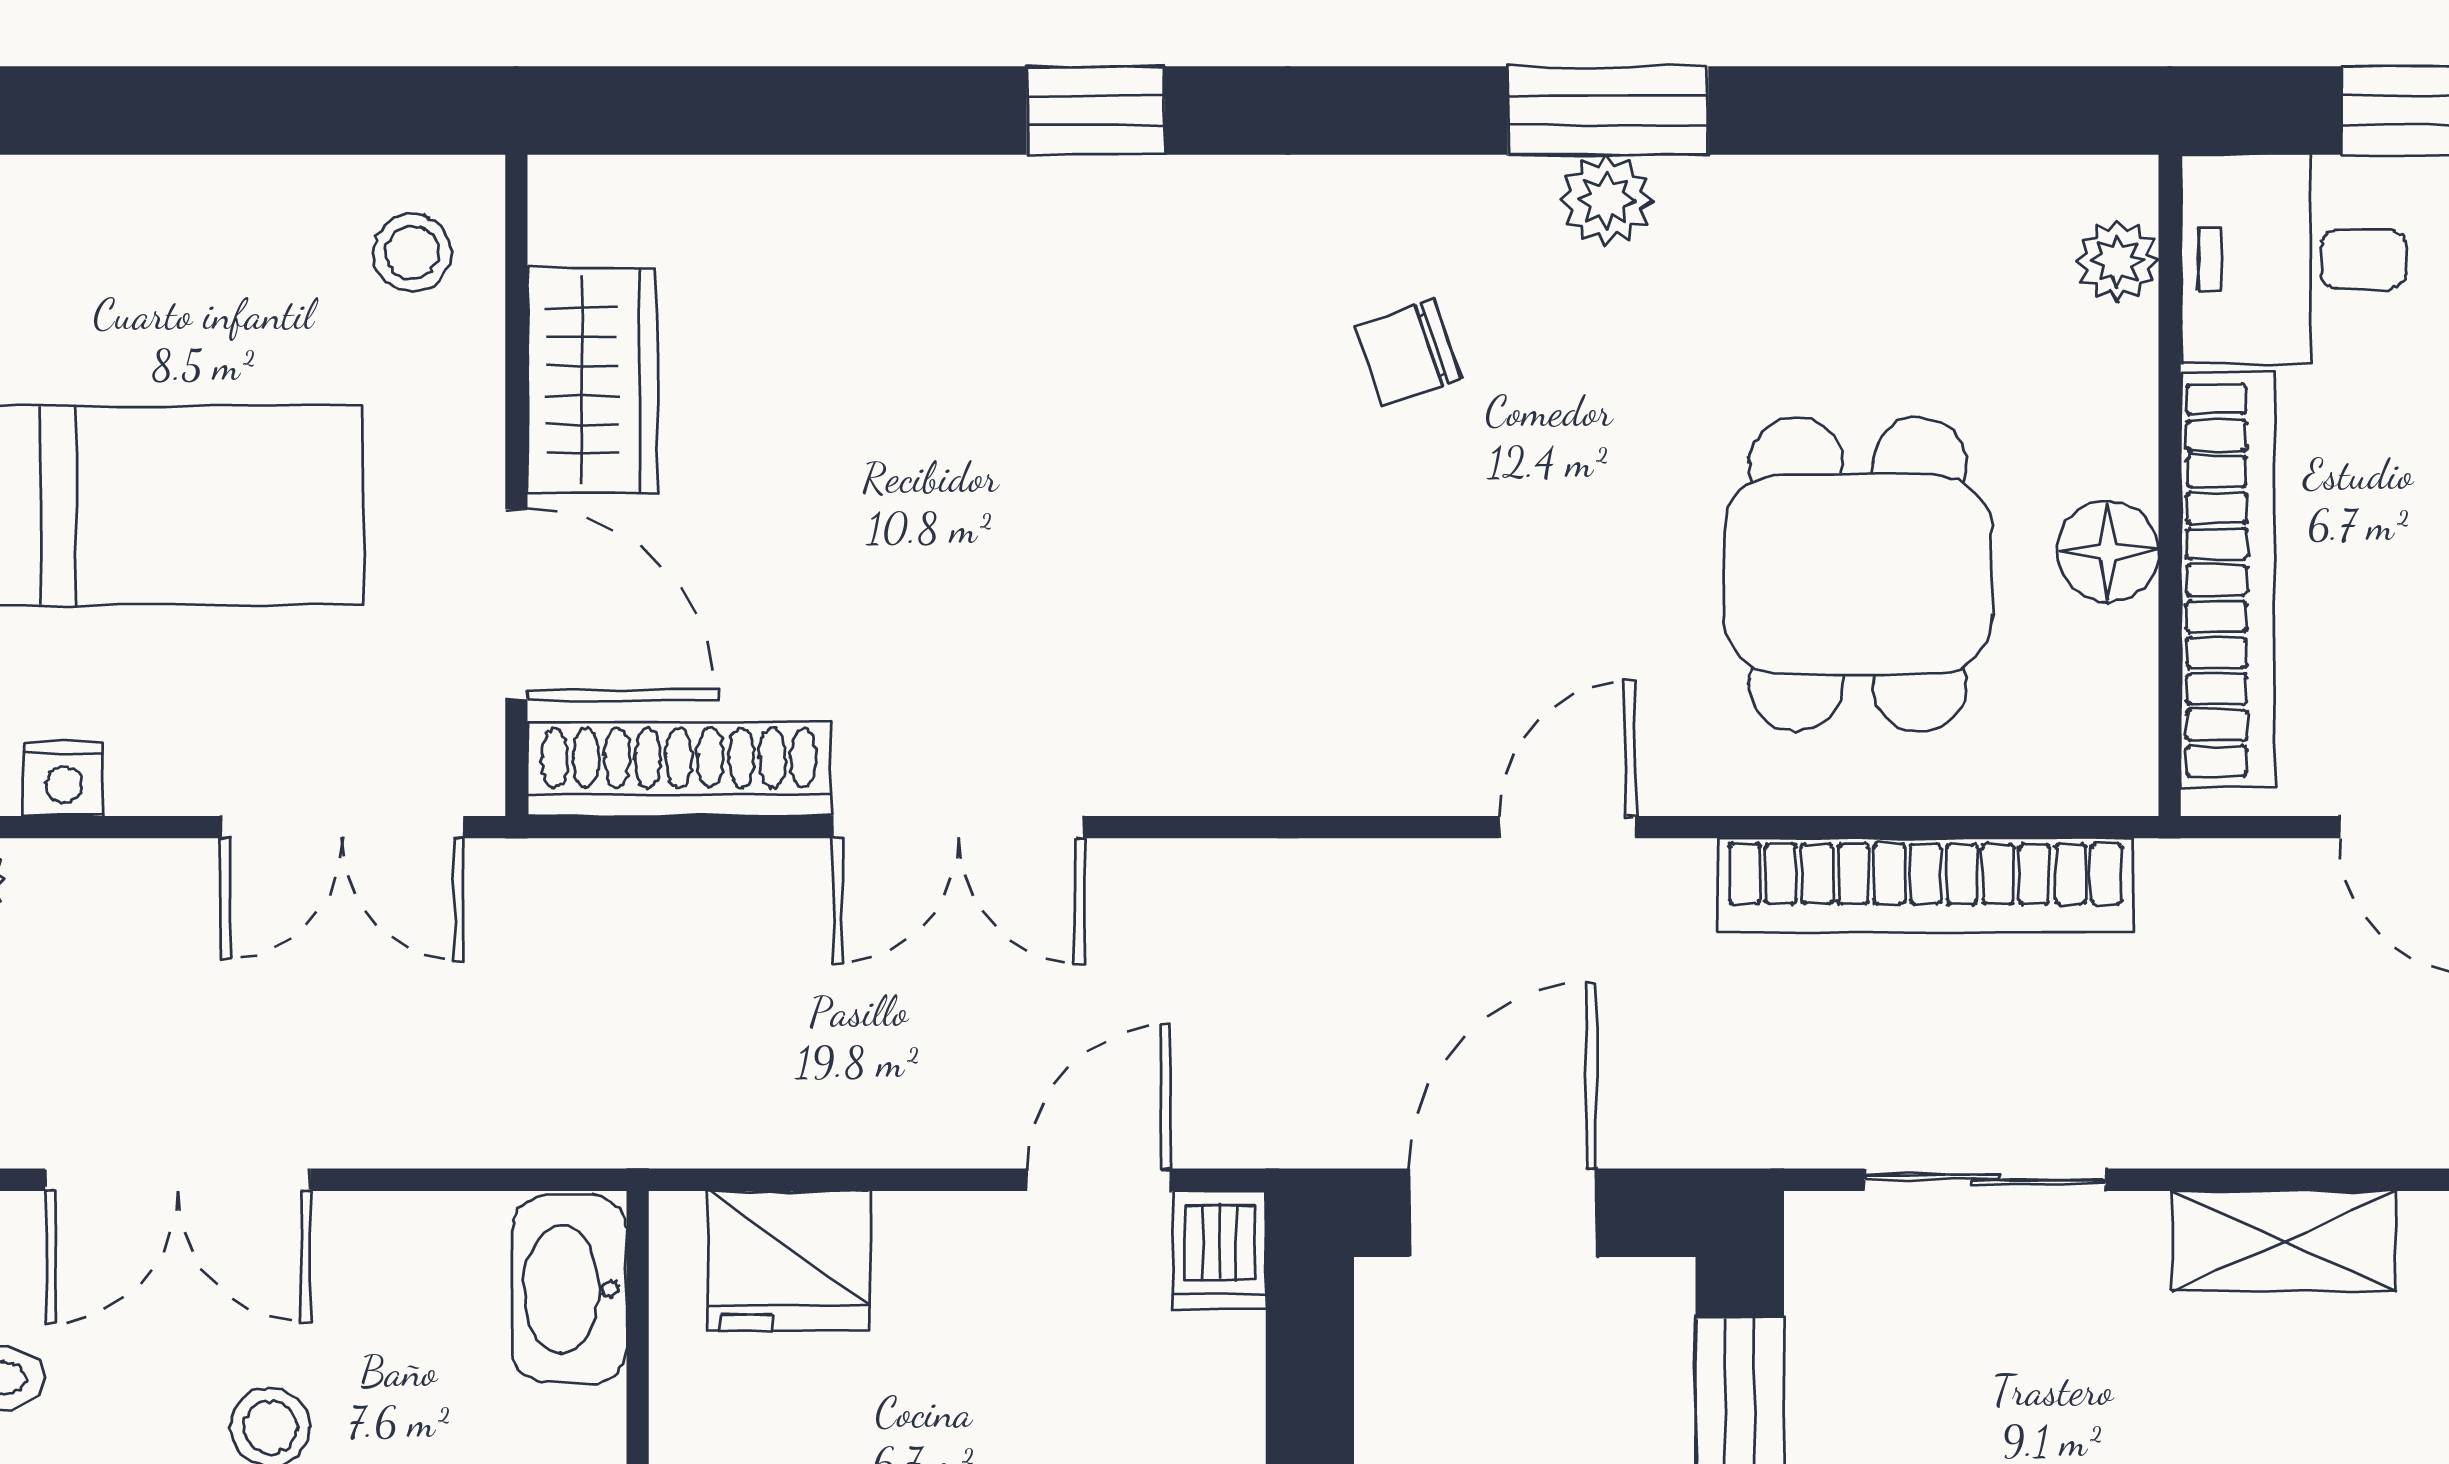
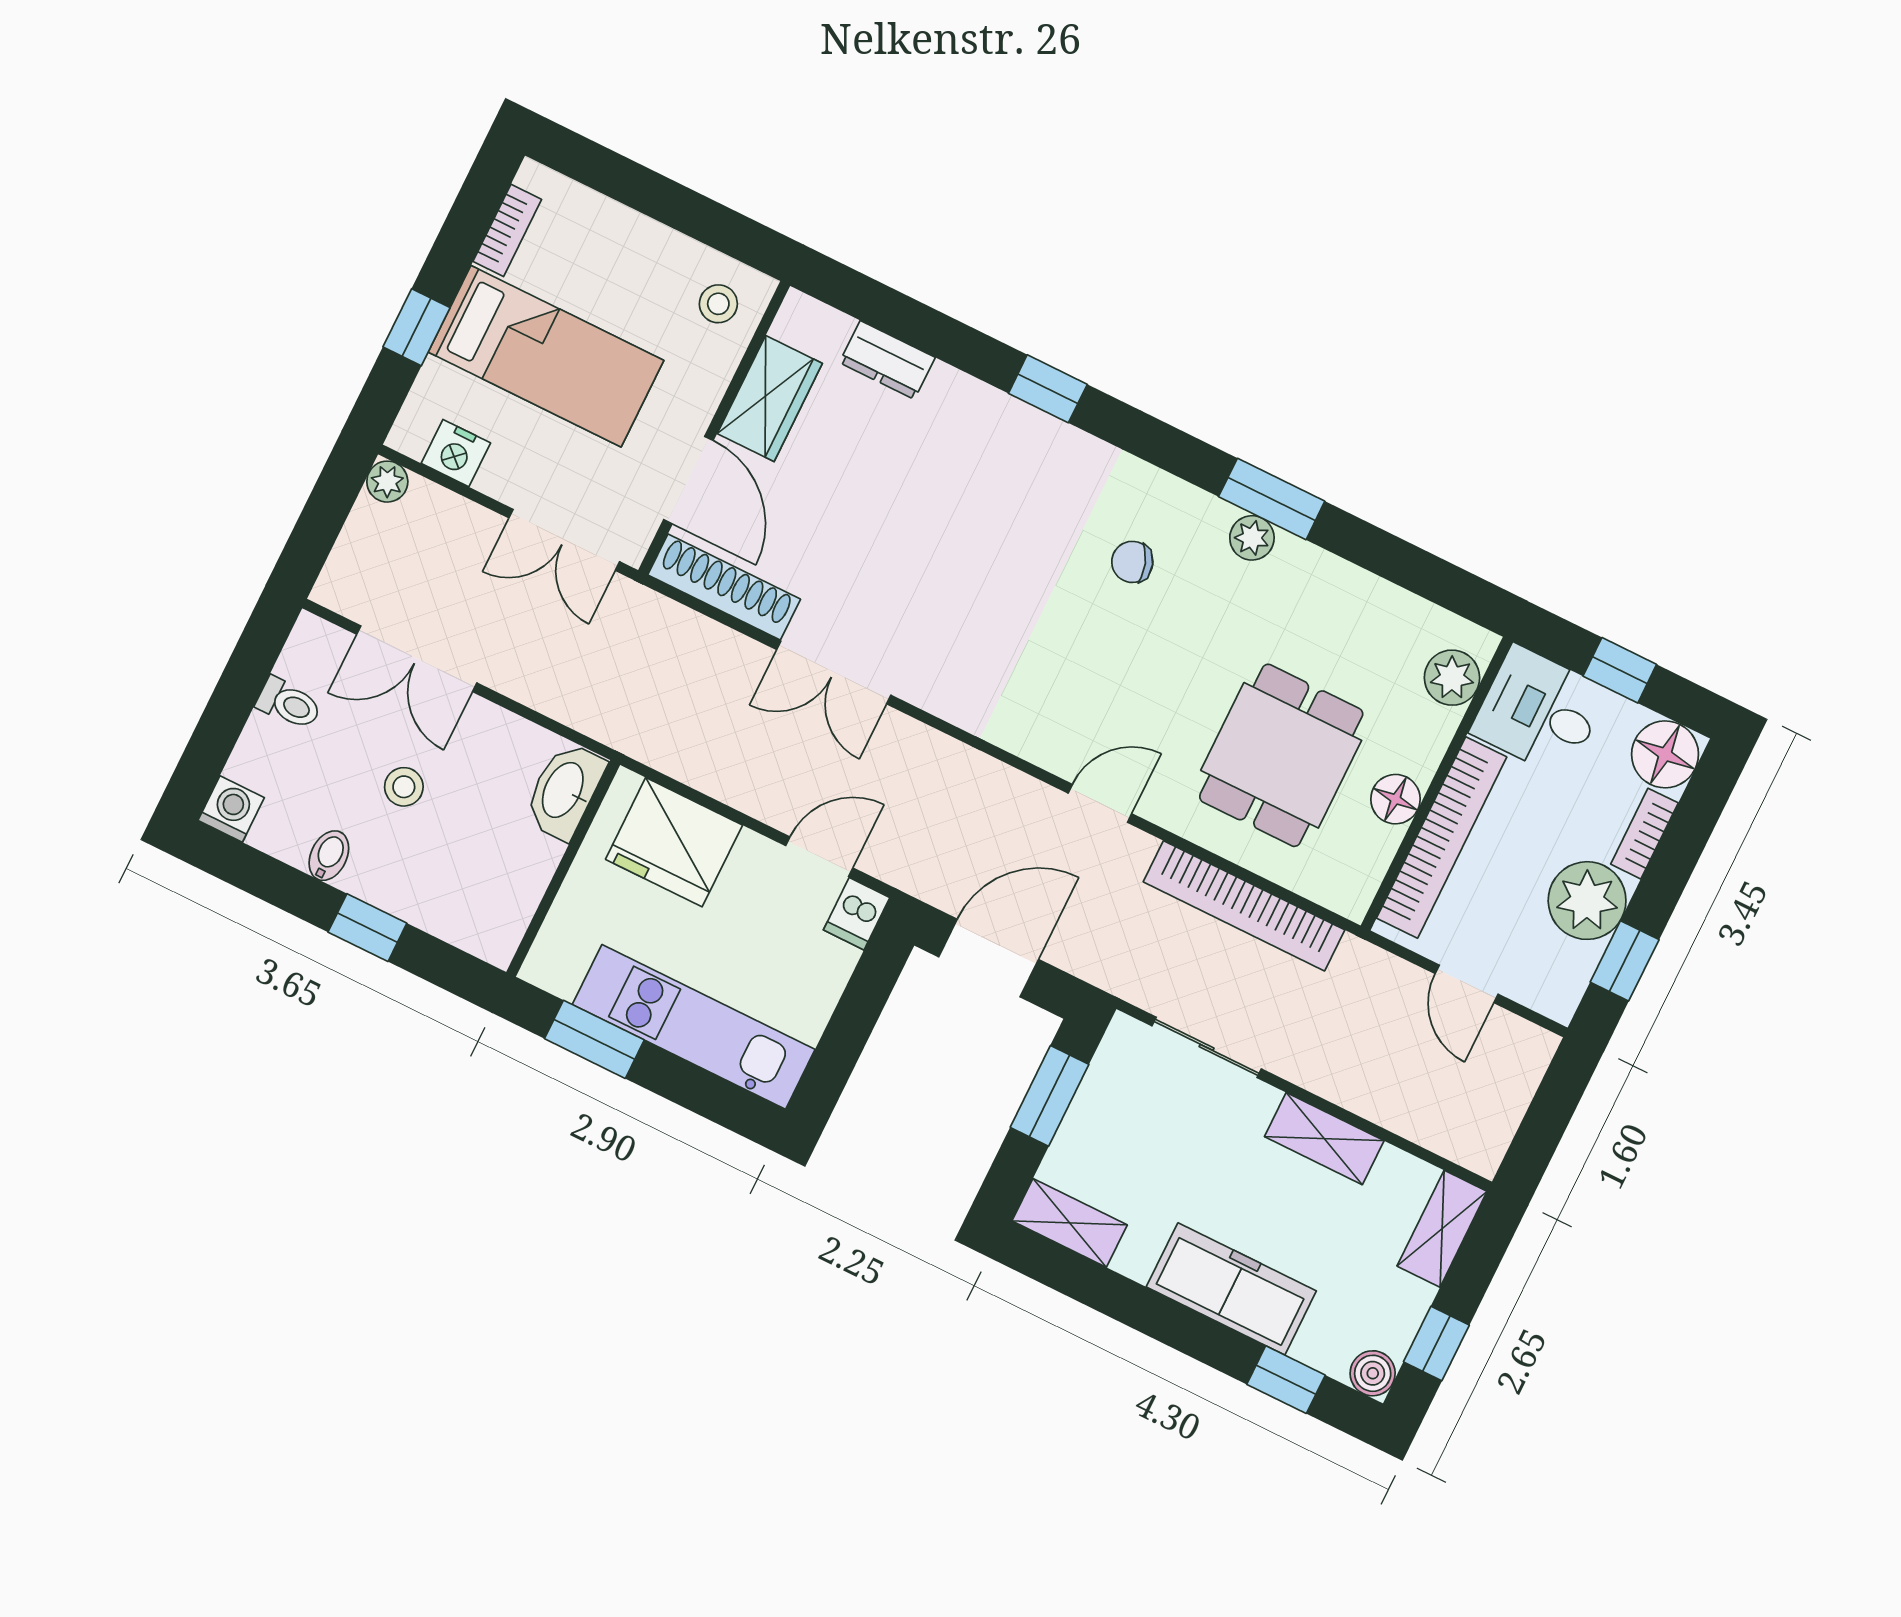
dresser: (774, 203) -> (887, 360), added
plant: (2117, 261) -> (1452, 678), width x1.38, depth x1.38
nightstand: (64, 779) -> (456, 453), width x1.39, depth x1.35
fridge: (789, 1261) -> (674, 842), width x1.36, depth x1.34

